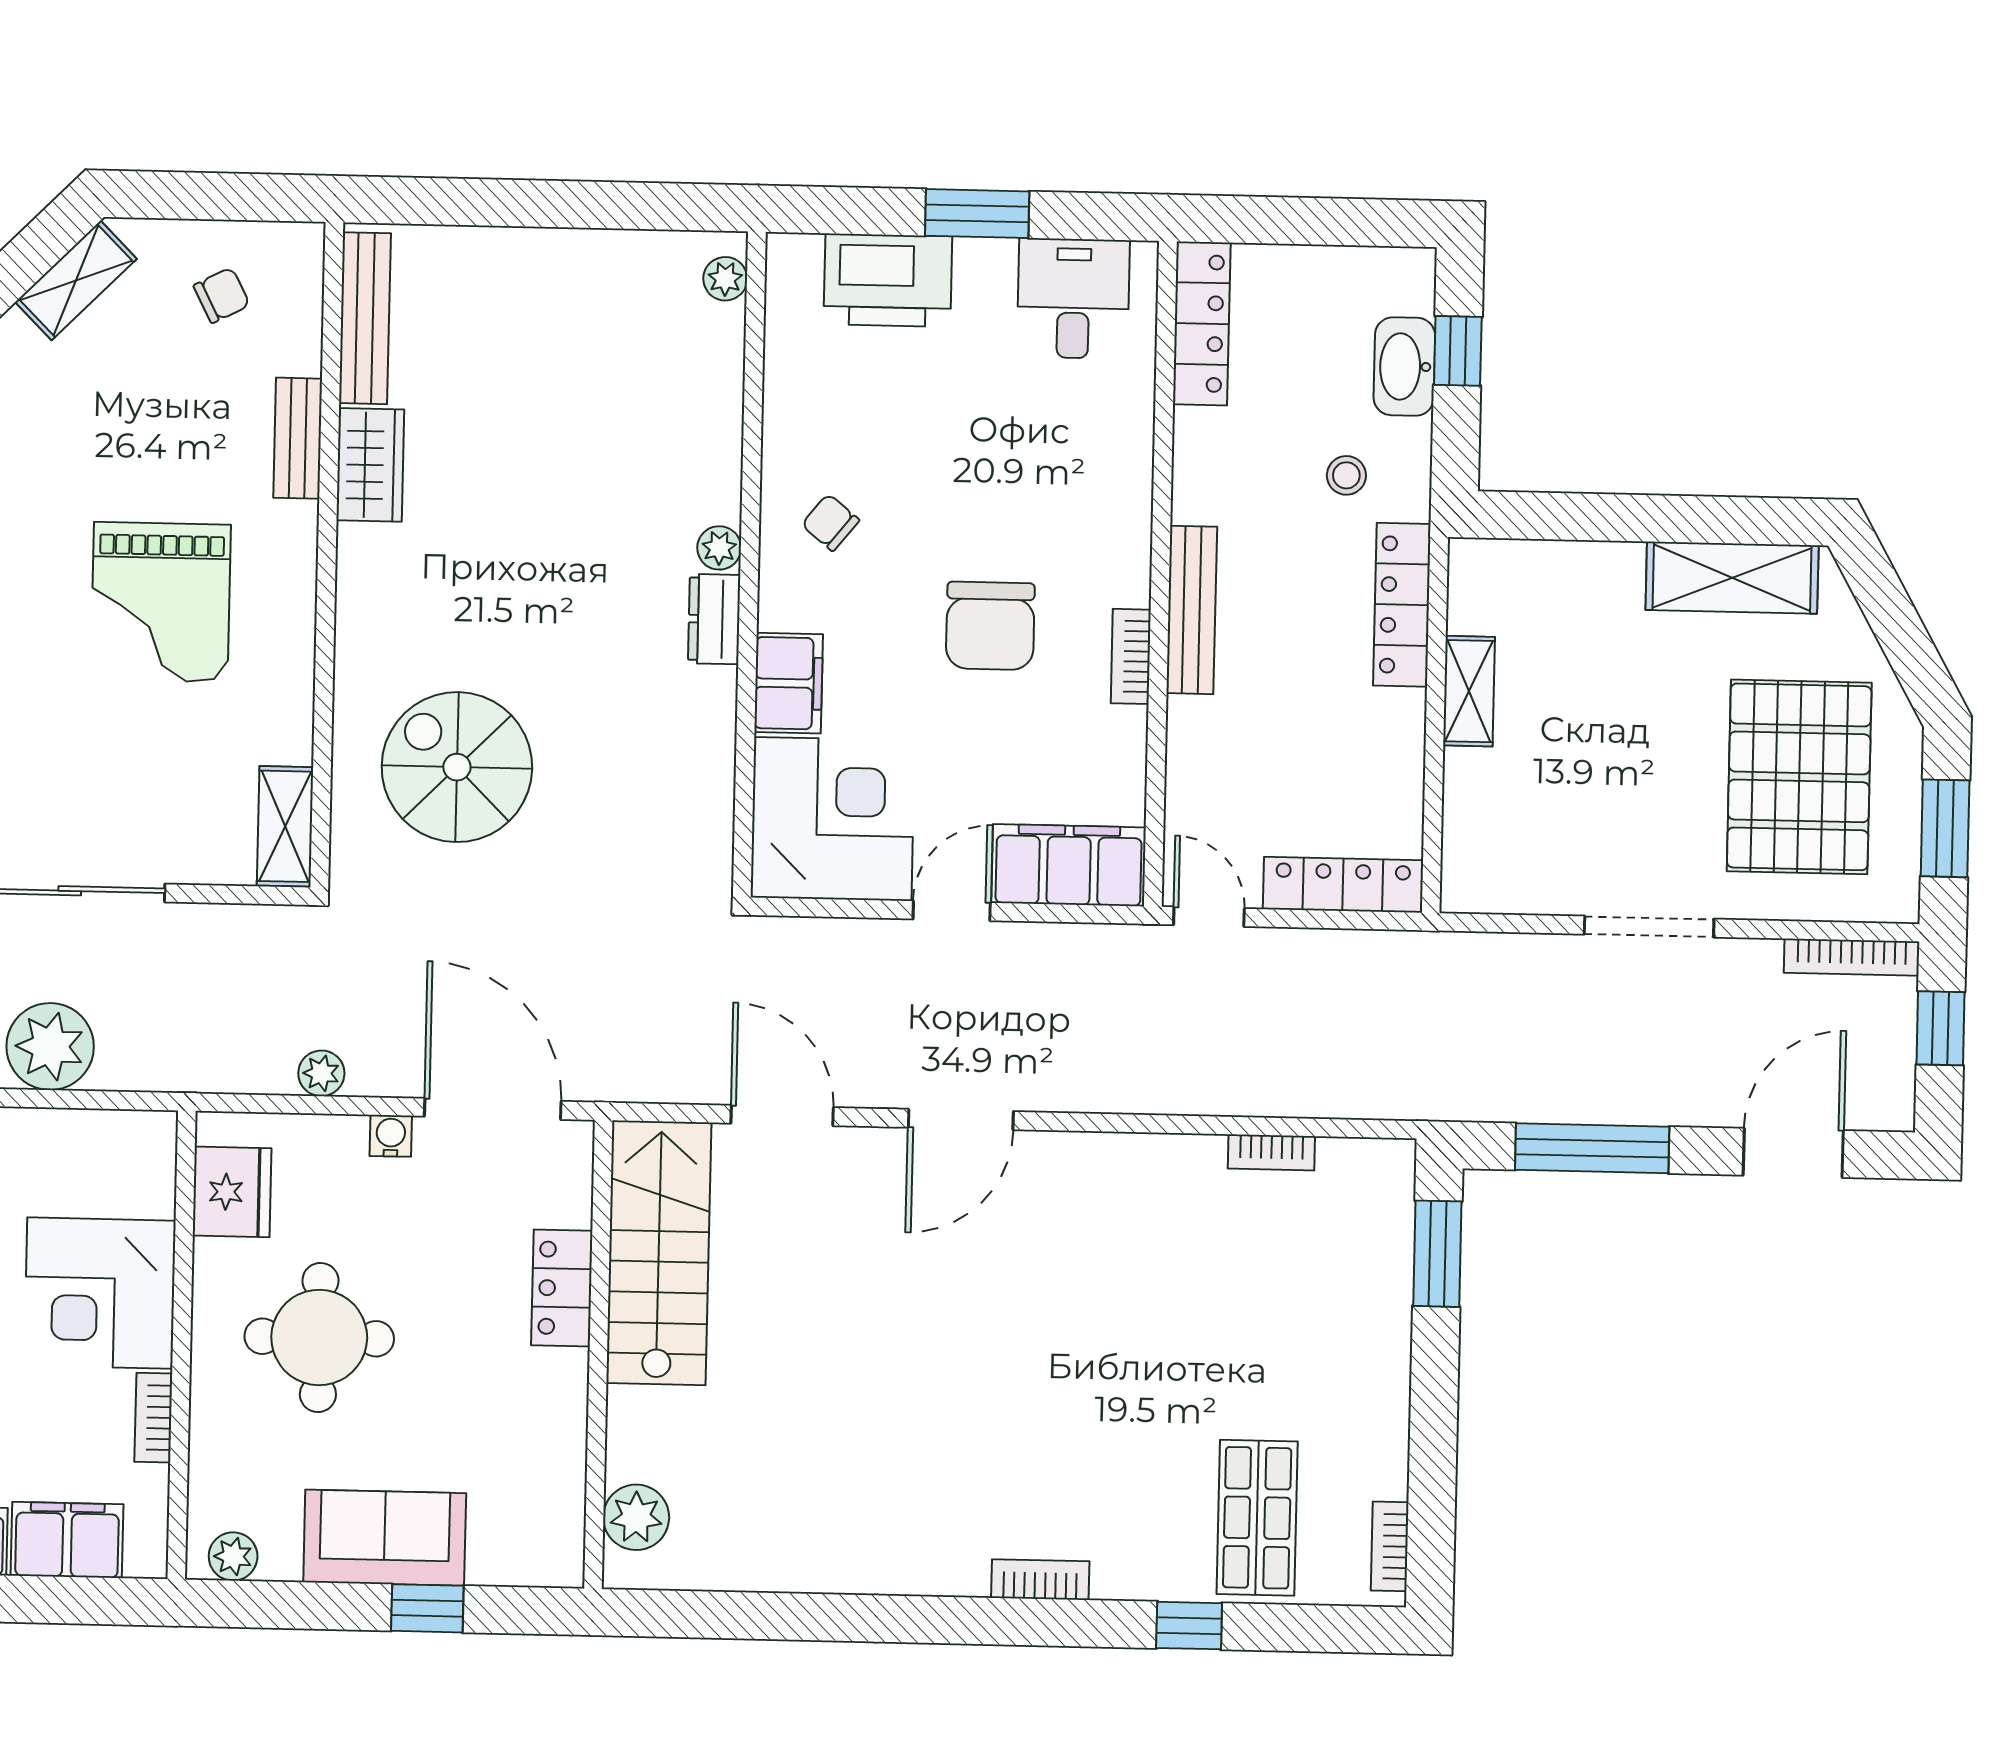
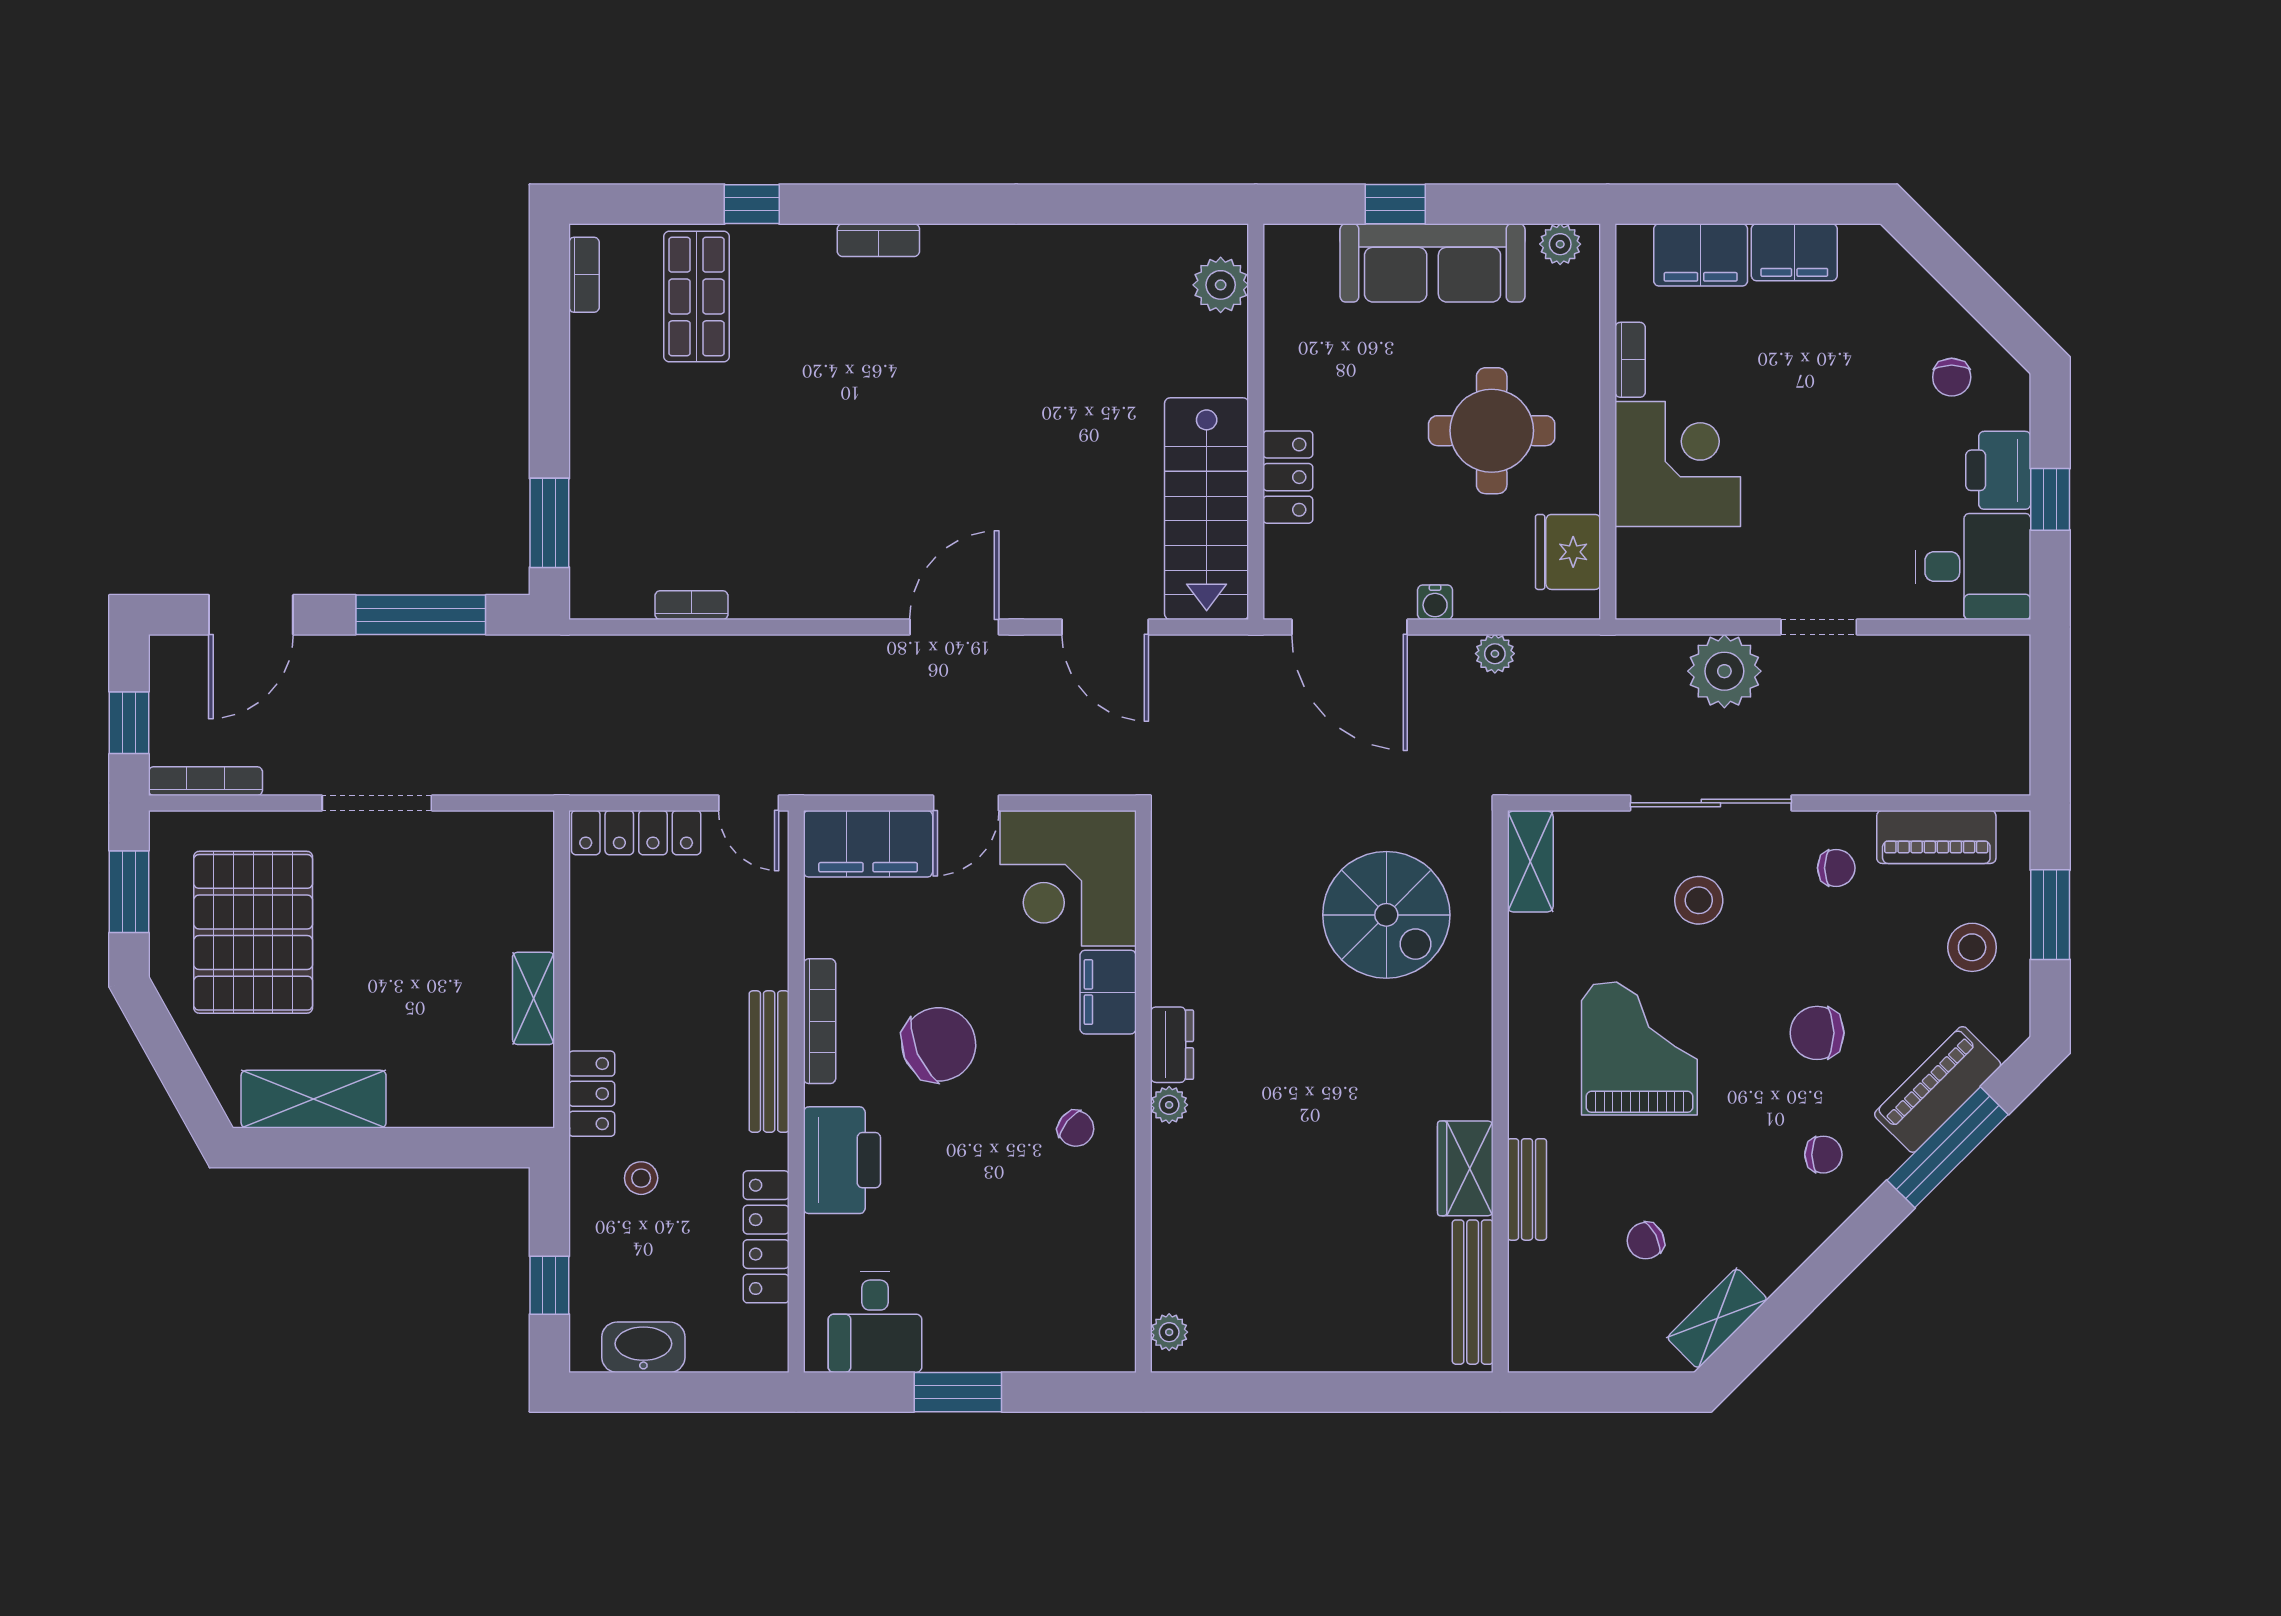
printer: (888, 280) -> (842, 1160), moved, turned 90
chair: (222, 295) -> (1646, 1241), moved
locker: (1202, 323) -> (766, 1237), moved
washbasin: (1404, 366) -> (643, 1347), moved, turned -90
locker: (1402, 605) -> (592, 1094), width x0.66
chair: (990, 626) -> (939, 1044), turned 67
bookcase: (1131, 656) -> (820, 1021), width x1.56
stool: (87, 776) -> (1699, 900), added
sofa: (385, 1538) -> (1433, 263), width x1.36

